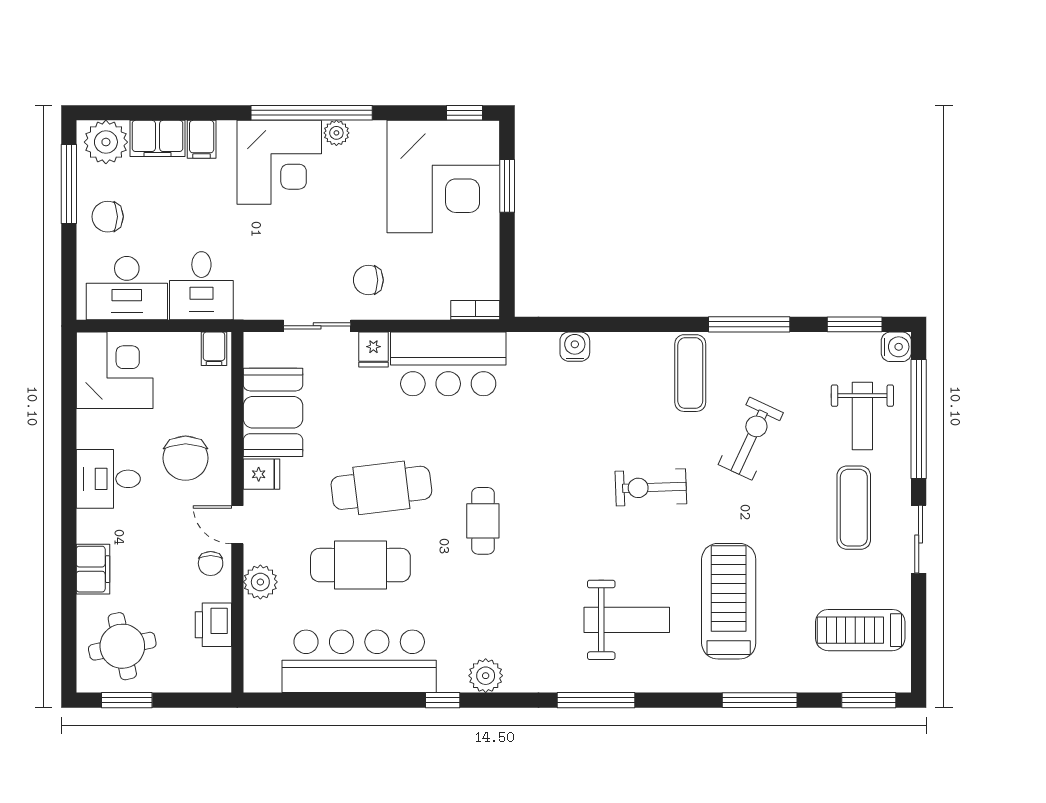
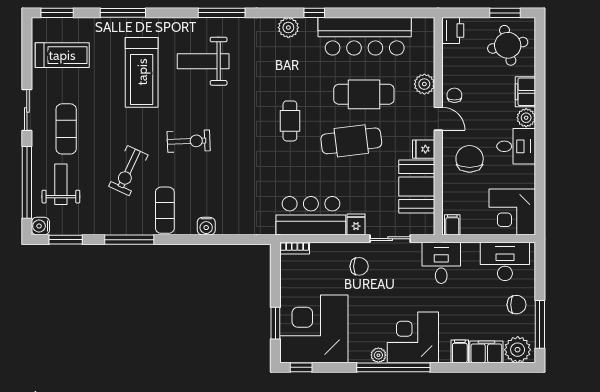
desk: (201, 286) -> (441, 263), moved
water cooler: (575, 347) -> (206, 226), moved
plant: (92, 526) -> (526, 118), added
printer: (213, 625) -> (453, 30), moved

